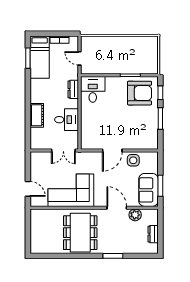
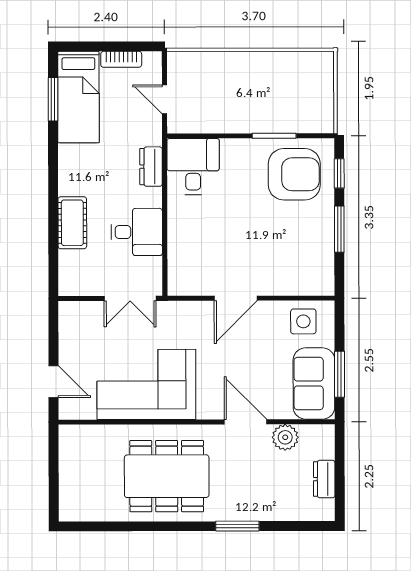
side table: (133, 160) -> (303, 321), moved
dining table: (80, 233) -> (167, 476), turned 90

